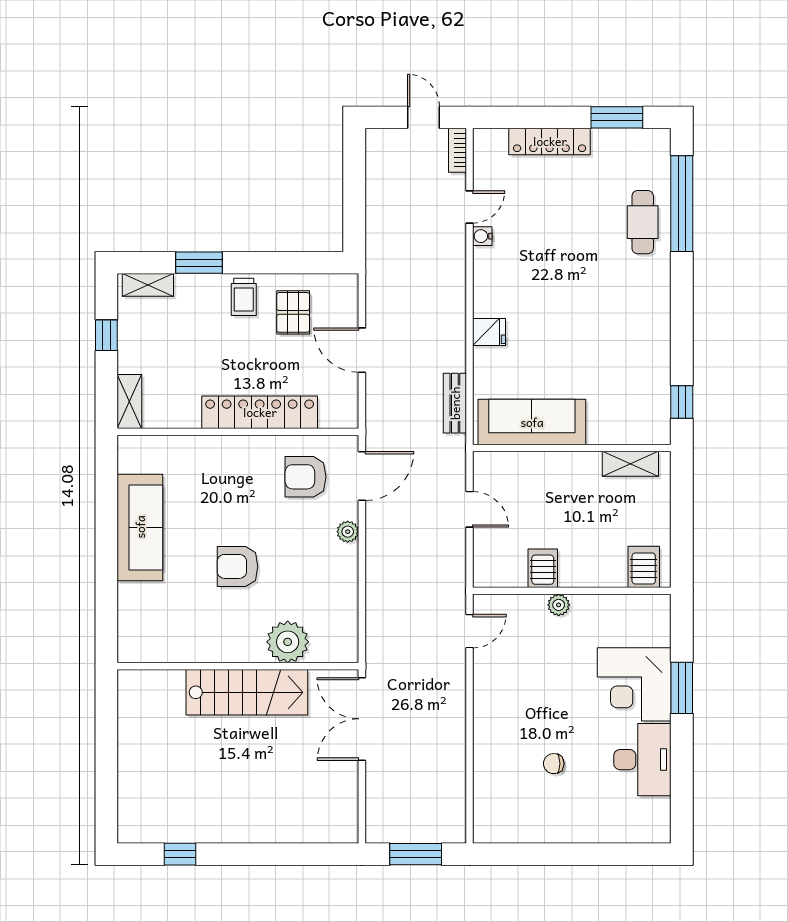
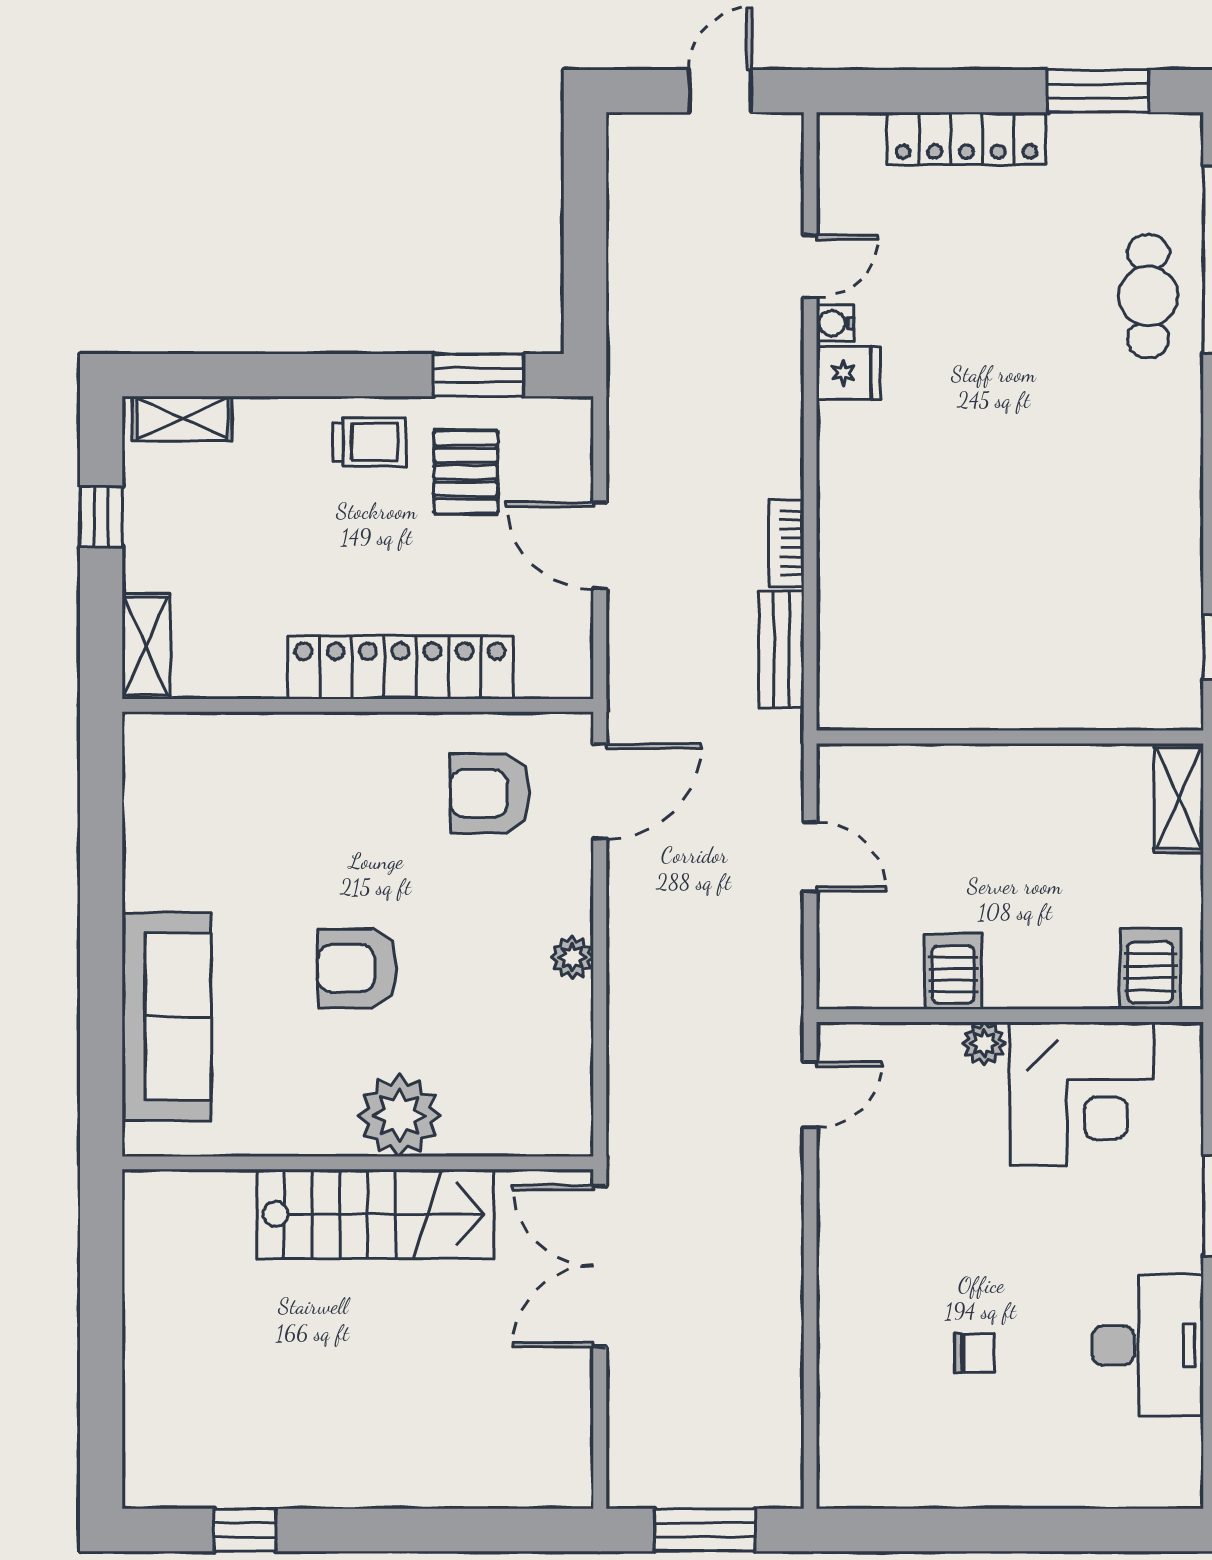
door: (423, 117) -> (720, 91), hinge flipped
bookcase: (457, 150) -> (786, 543), moved
window: (199, 263) -> (478, 375), moved
trolley: (244, 297) -> (369, 442), turned -90
fridge: (489, 332) -> (848, 373), moved
sofa: (532, 422) -> (932, 686), removed
shelving: (630, 464) -> (1179, 798), moved, turned 90
sofa: (140, 527) -> (166, 1016), moved
plant: (348, 532) -> (572, 957), moved
plant: (288, 642) -> (399, 1115), moved
corner desk: (634, 684) -> (1081, 1094), moved, turned -90
chair: (554, 764) -> (974, 1353), turned 180

